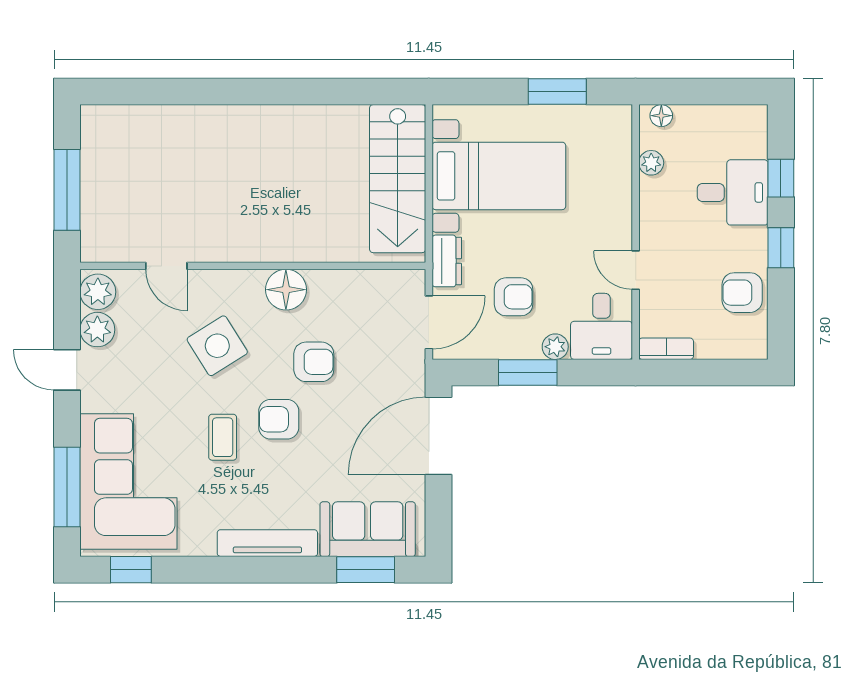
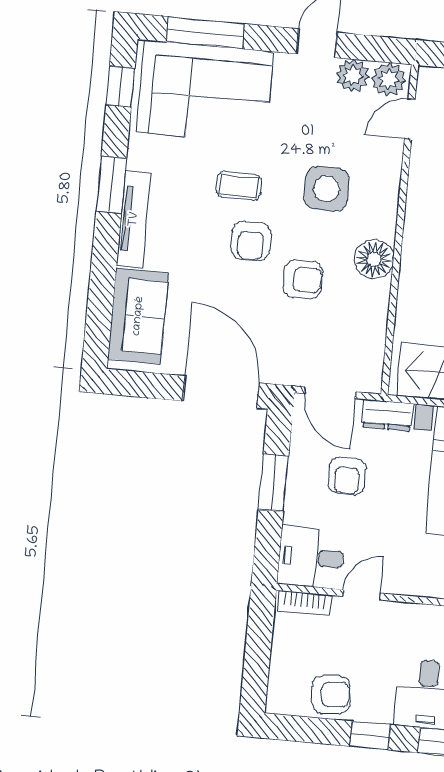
door: (166, 266) -> (410, 119), moved
armchair: (742, 293) -> (331, 695), turned 85
side table: (217, 346) -> (327, 189), turned 32
plant: (555, 347) -> (296, 511), removed
bookcase: (666, 349) -> (305, 603), moved, turned 90
armchair: (314, 362) -> (303, 279), turned -90
armchair: (279, 419) -> (251, 241), turned 180
window: (366, 570) -> (111, 185), moved

